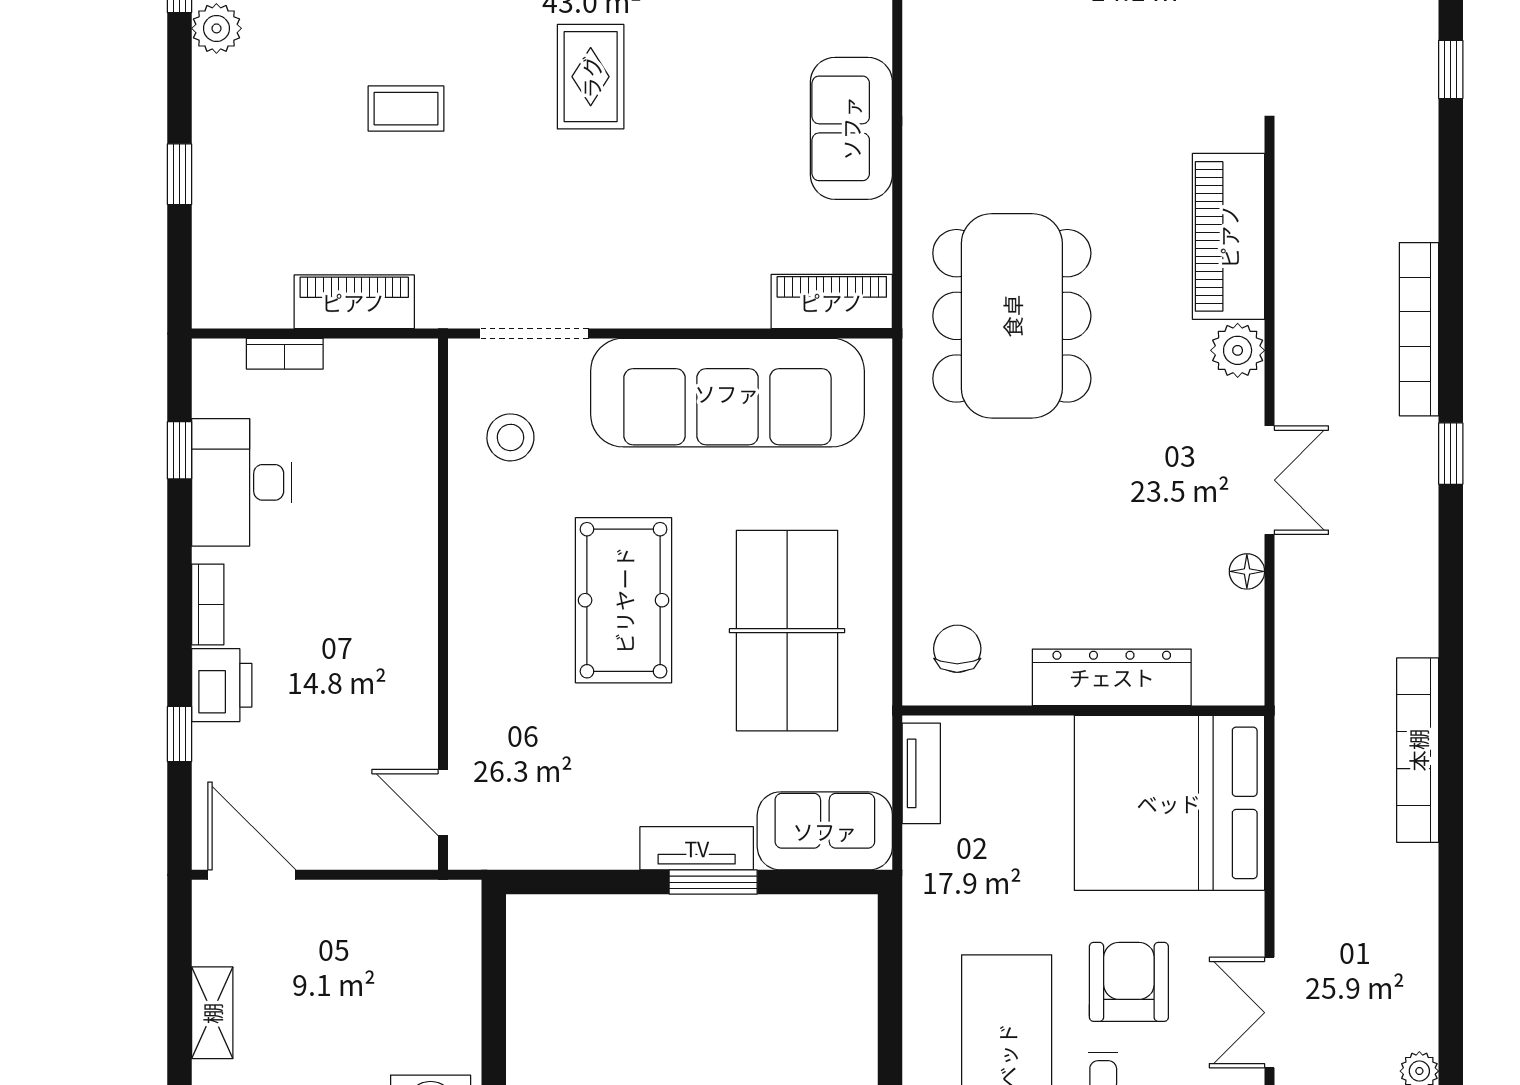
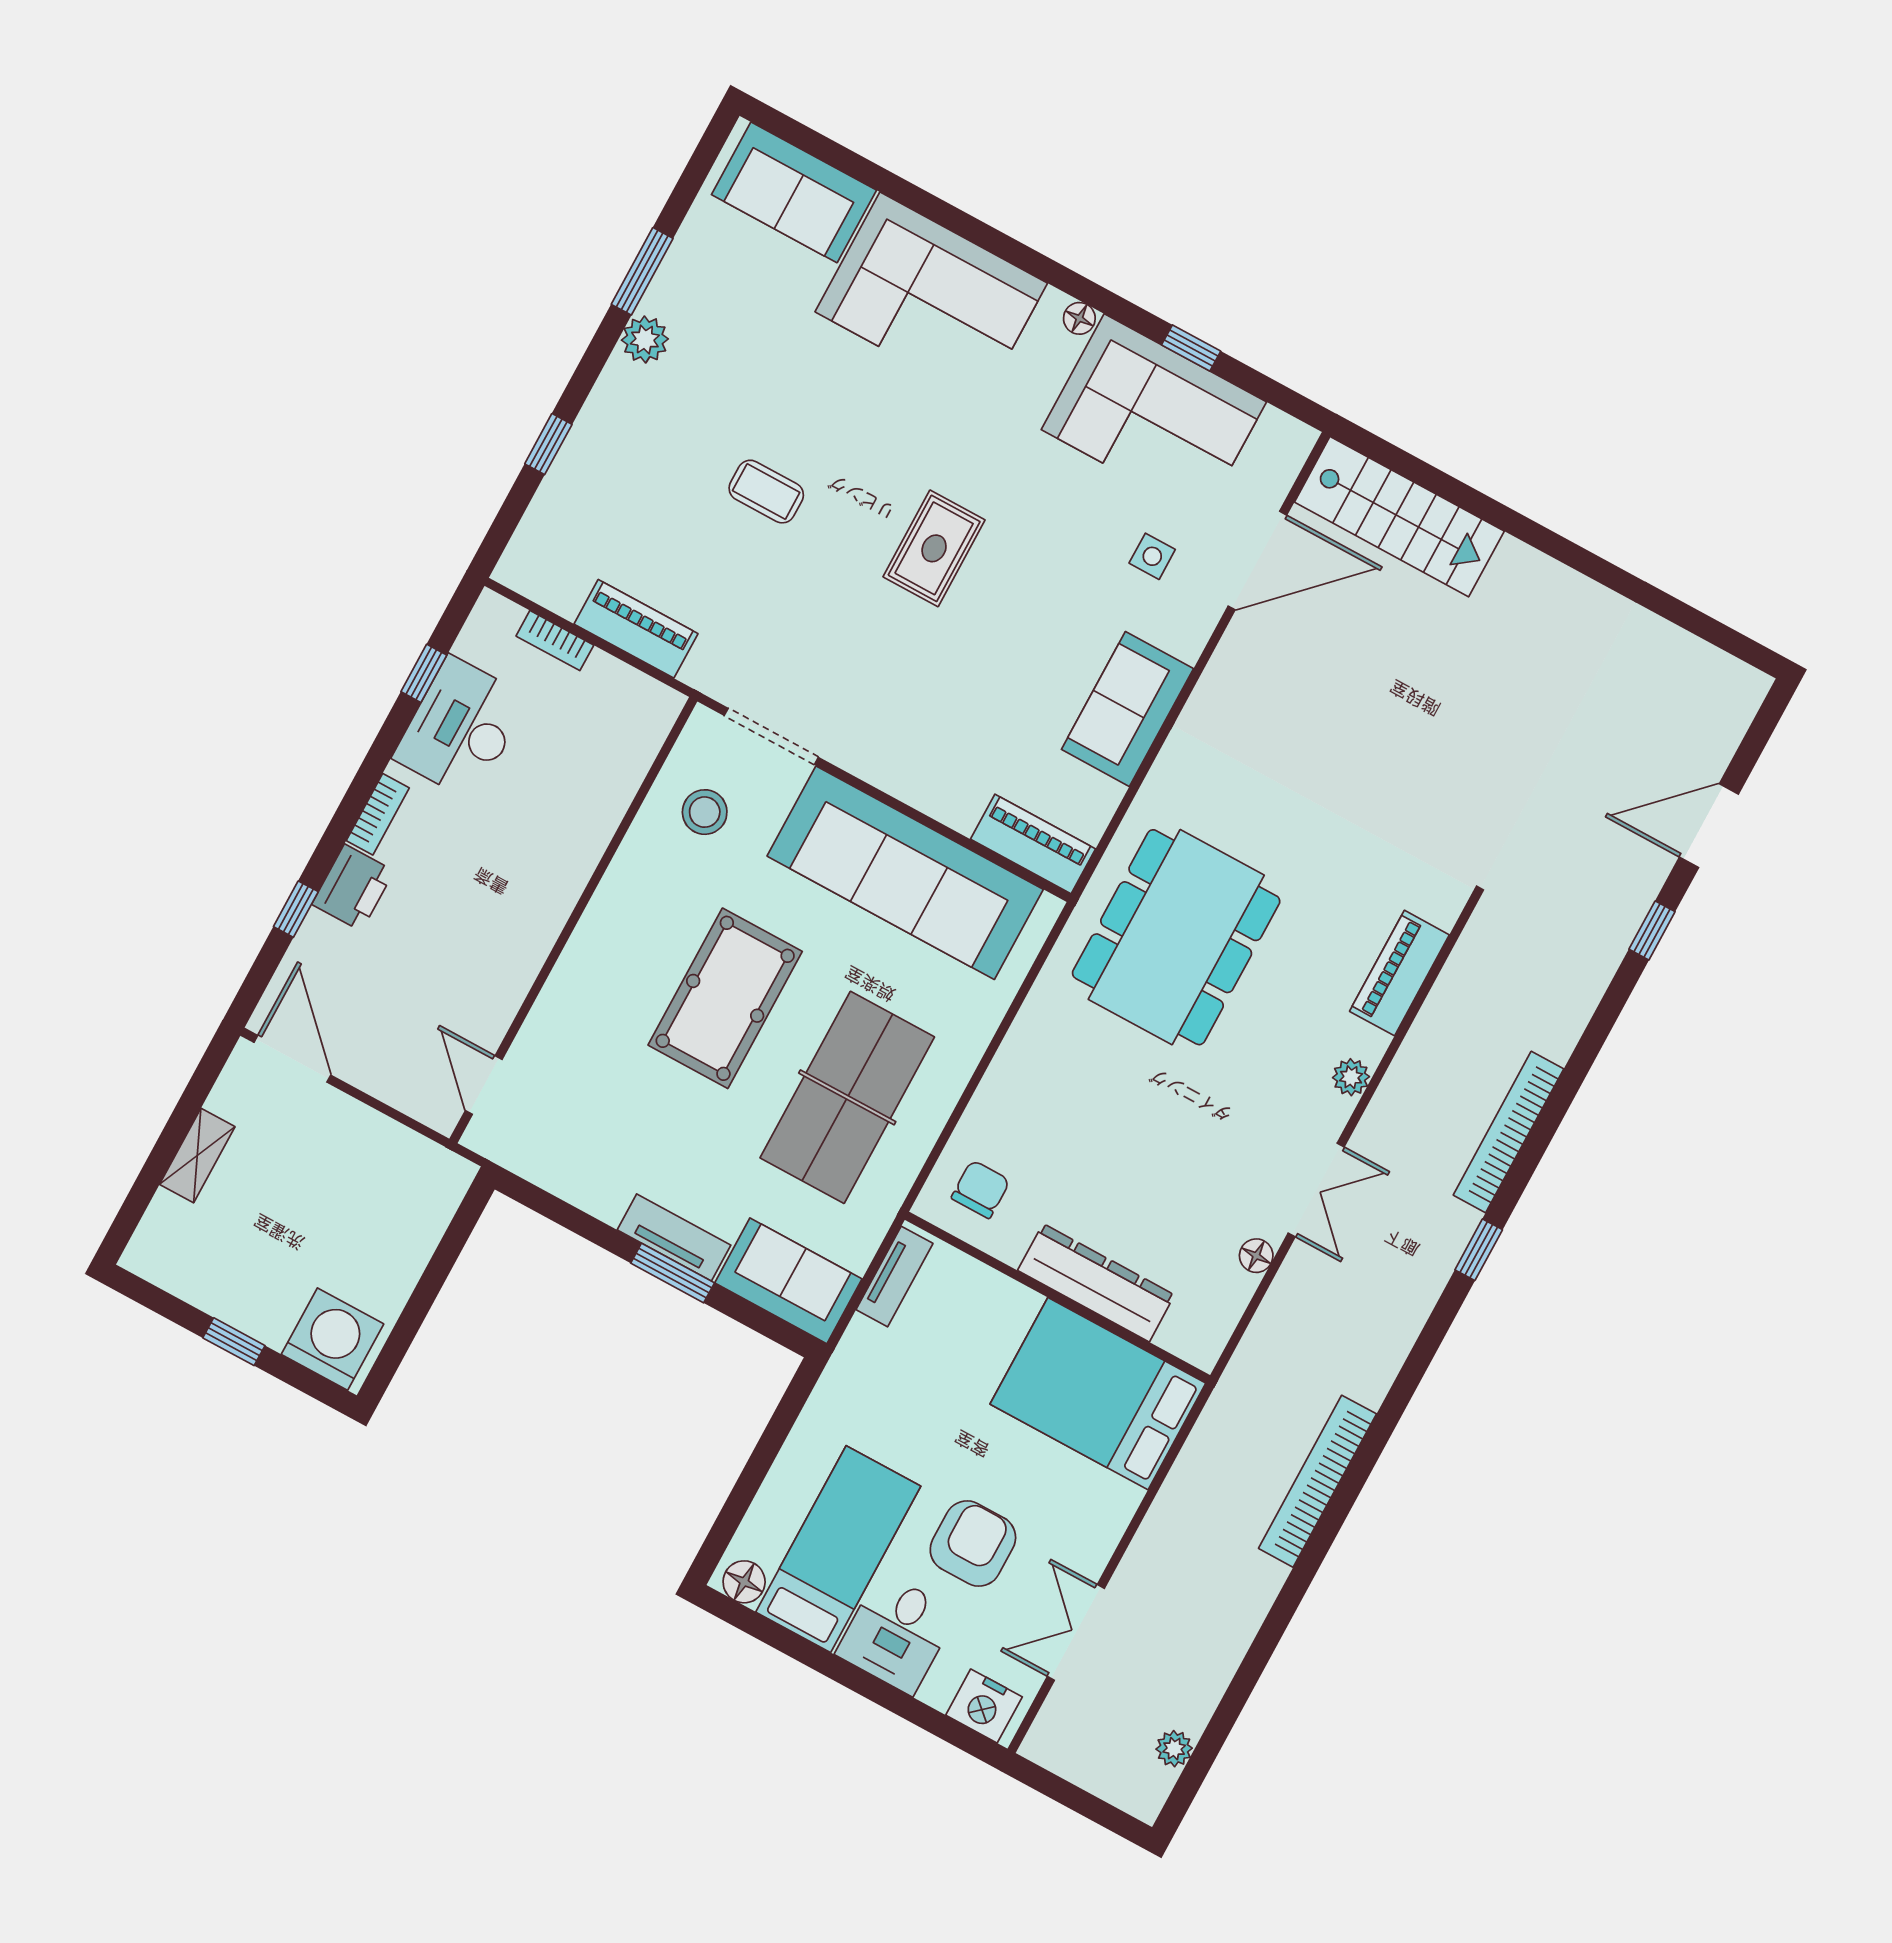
piano: (1229, 236) -> (1399, 973), width x0.73, depth x0.75
plant: (1238, 350) -> (1351, 1077), width x0.73, depth x0.73
bed: (1169, 803) -> (1098, 1394), width x0.73

